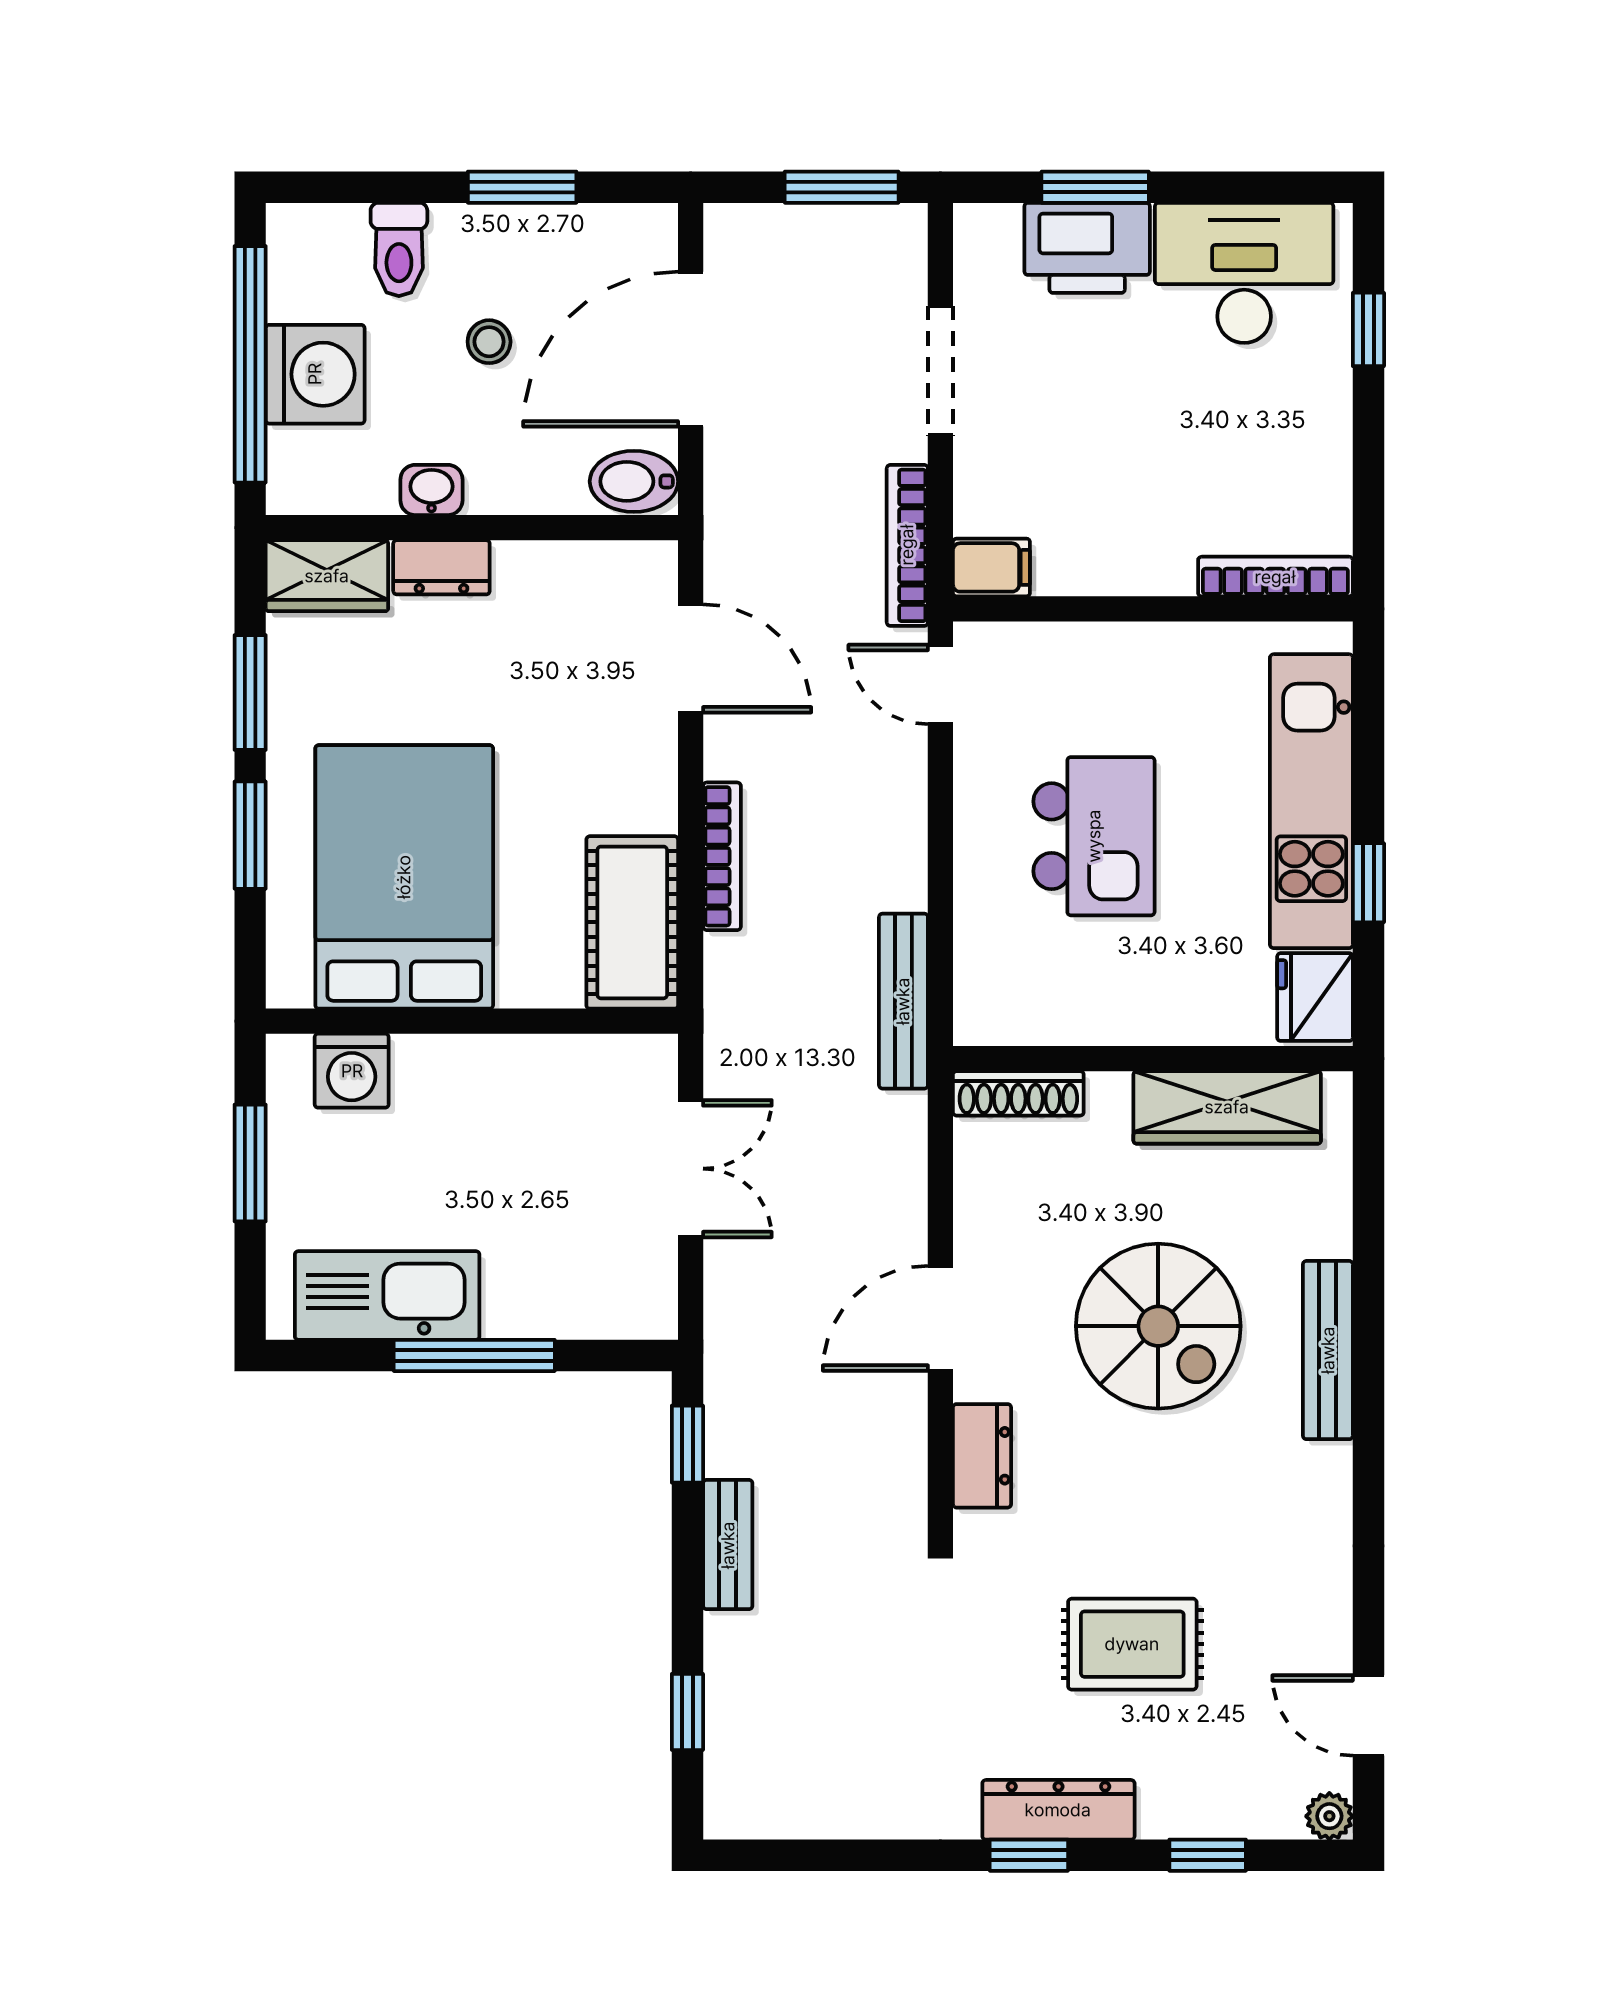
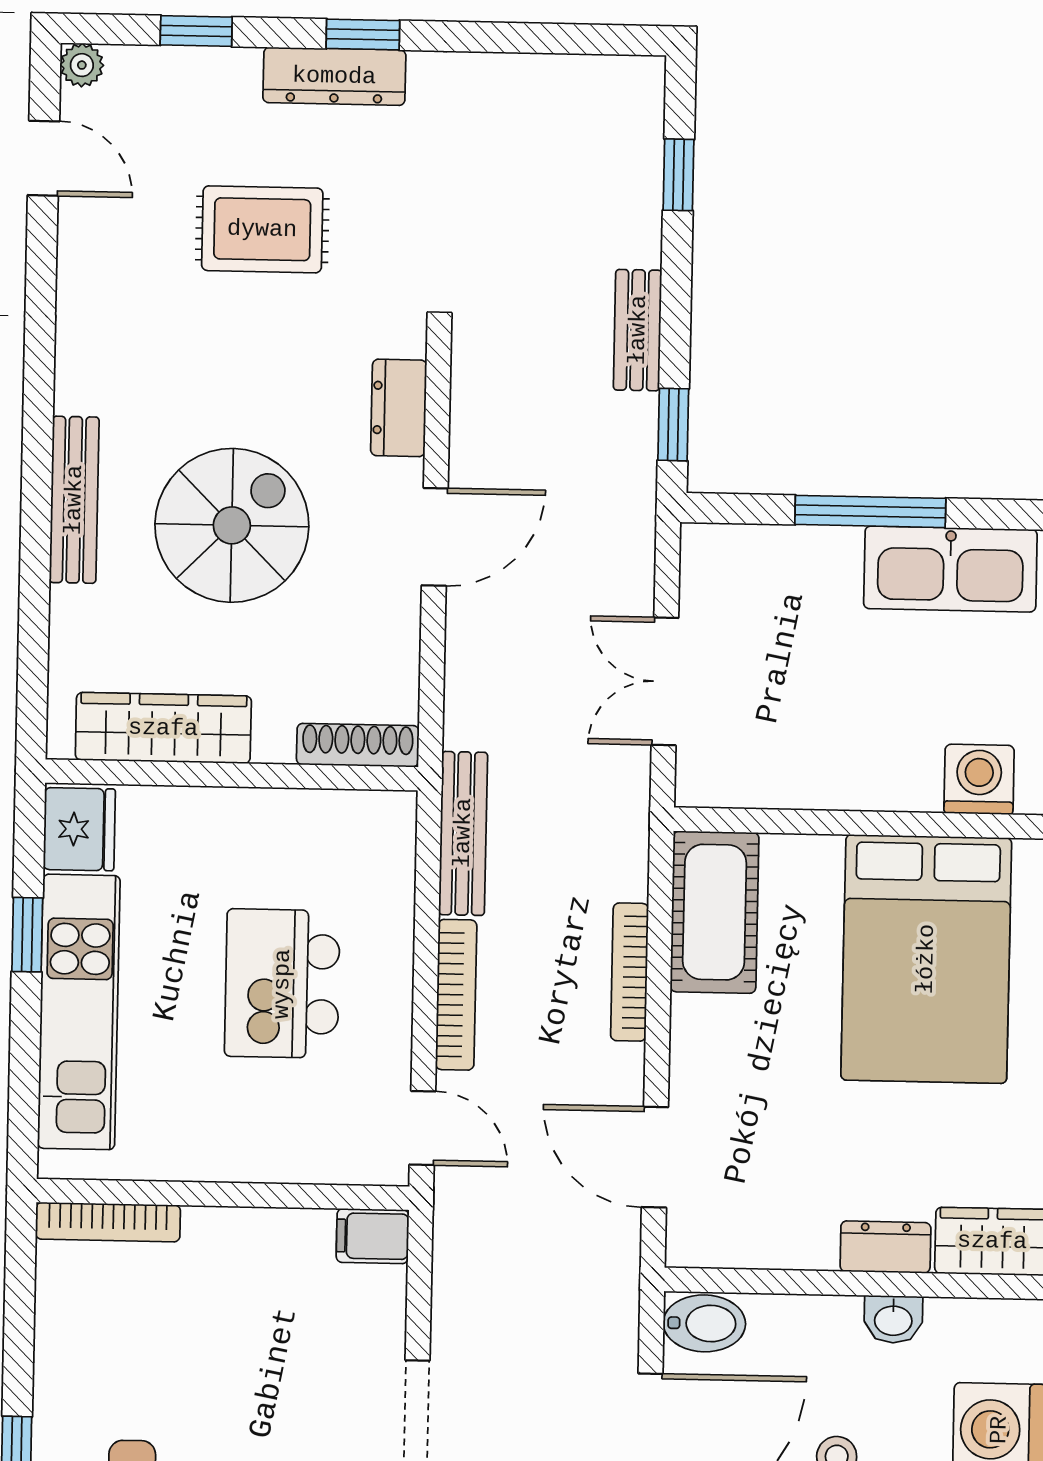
bookcase: (907, 545) -> (456, 995), moved
spiral stairs: (1158, 1326) -> (232, 525), turned 90

